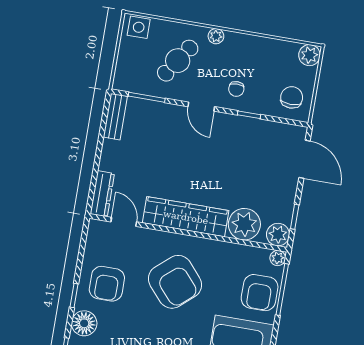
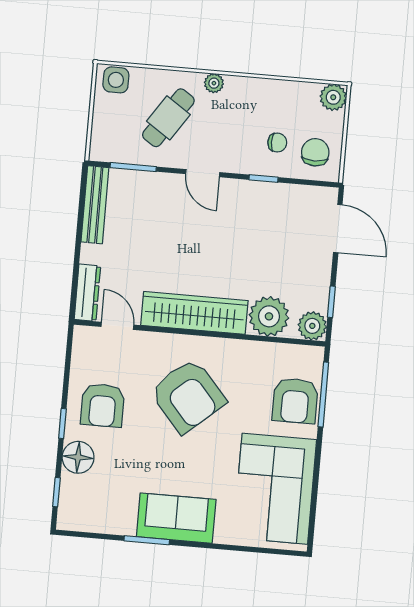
chair: (236, 89) -> (277, 143), moved, turned -90
bench: (115, 117) -> (95, 205), width x1.36
plant: (278, 258) -> (314, 355), removed

